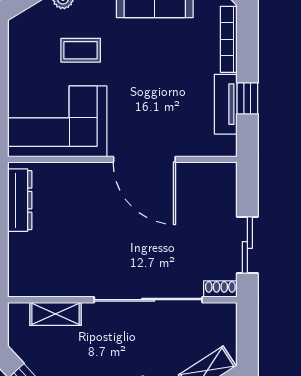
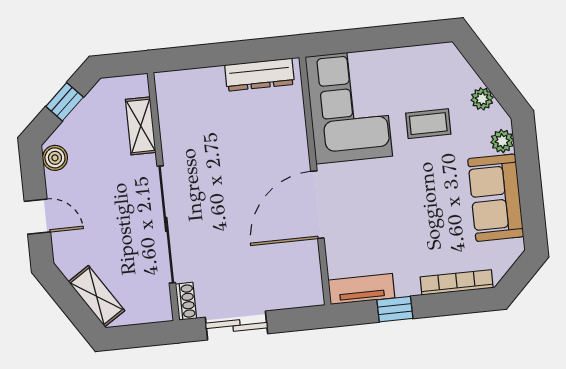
coffee table: (81, 50) -> (428, 124), turned 90
tv unit: (226, 104) -> (361, 289), moved

